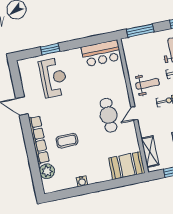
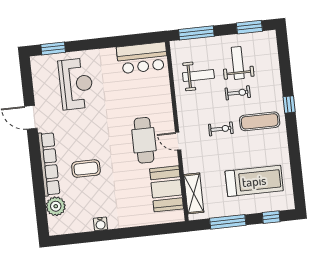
window: (50, 49) -> (53, 48), moved
weight bench: (148, 84) -> (198, 75), moved
door: (134, 113) -> (178, 141), hinge flipped
booth: (127, 166) -> (167, 189), moved, turned 90

